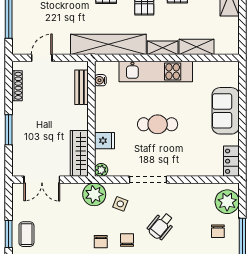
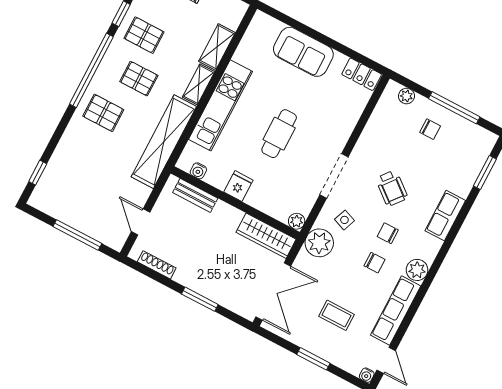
fridge: (105, 141) -> (238, 186), moved
double door: (42, 180) -> (273, 292), width x1.37
plant: (227, 202) -> (406, 96), width x0.53, depth x0.53
coffee table: (26, 234) -> (336, 315), moved

